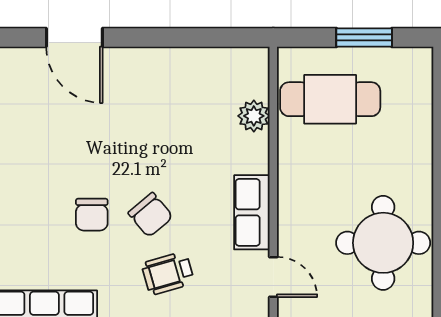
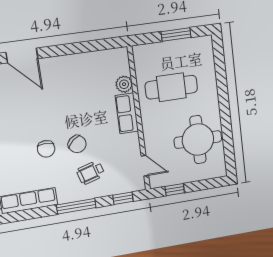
cafe table: (330, 99) -> (171, 87), moved
row of seats: (252, 212) -> (127, 113), moved

